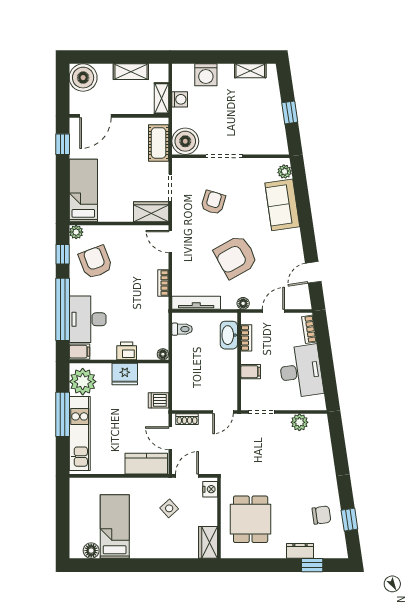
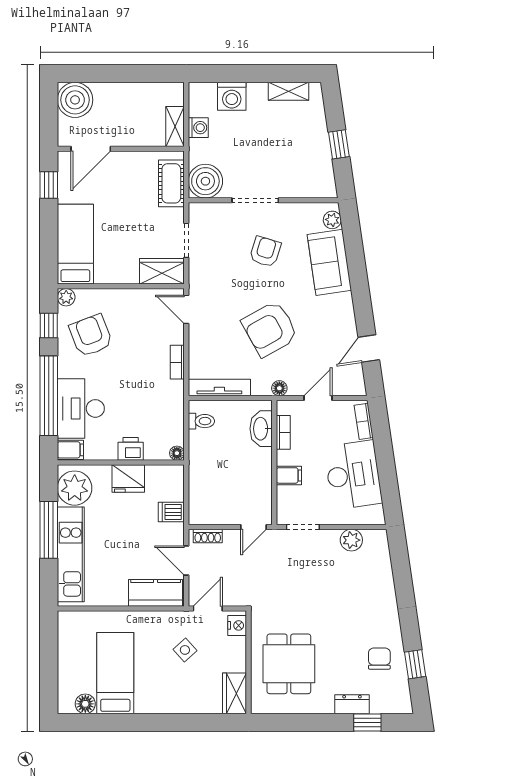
shelving: (131, 72) -> (136, 92), removed
armchair: (213, 202) -> (265, 252), moved
chair: (321, 515) -> (379, 659), turned -82

